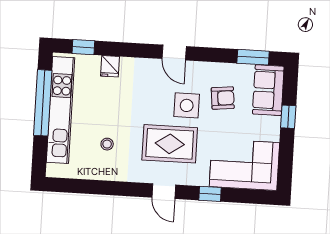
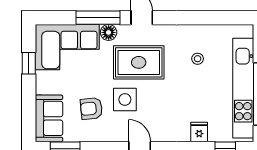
window: (288, 117) -> (29, 63), moved
floor lamp: (200, 177) -> (109, 32), added
window: (210, 194) -> (98, 18), width x2.17

